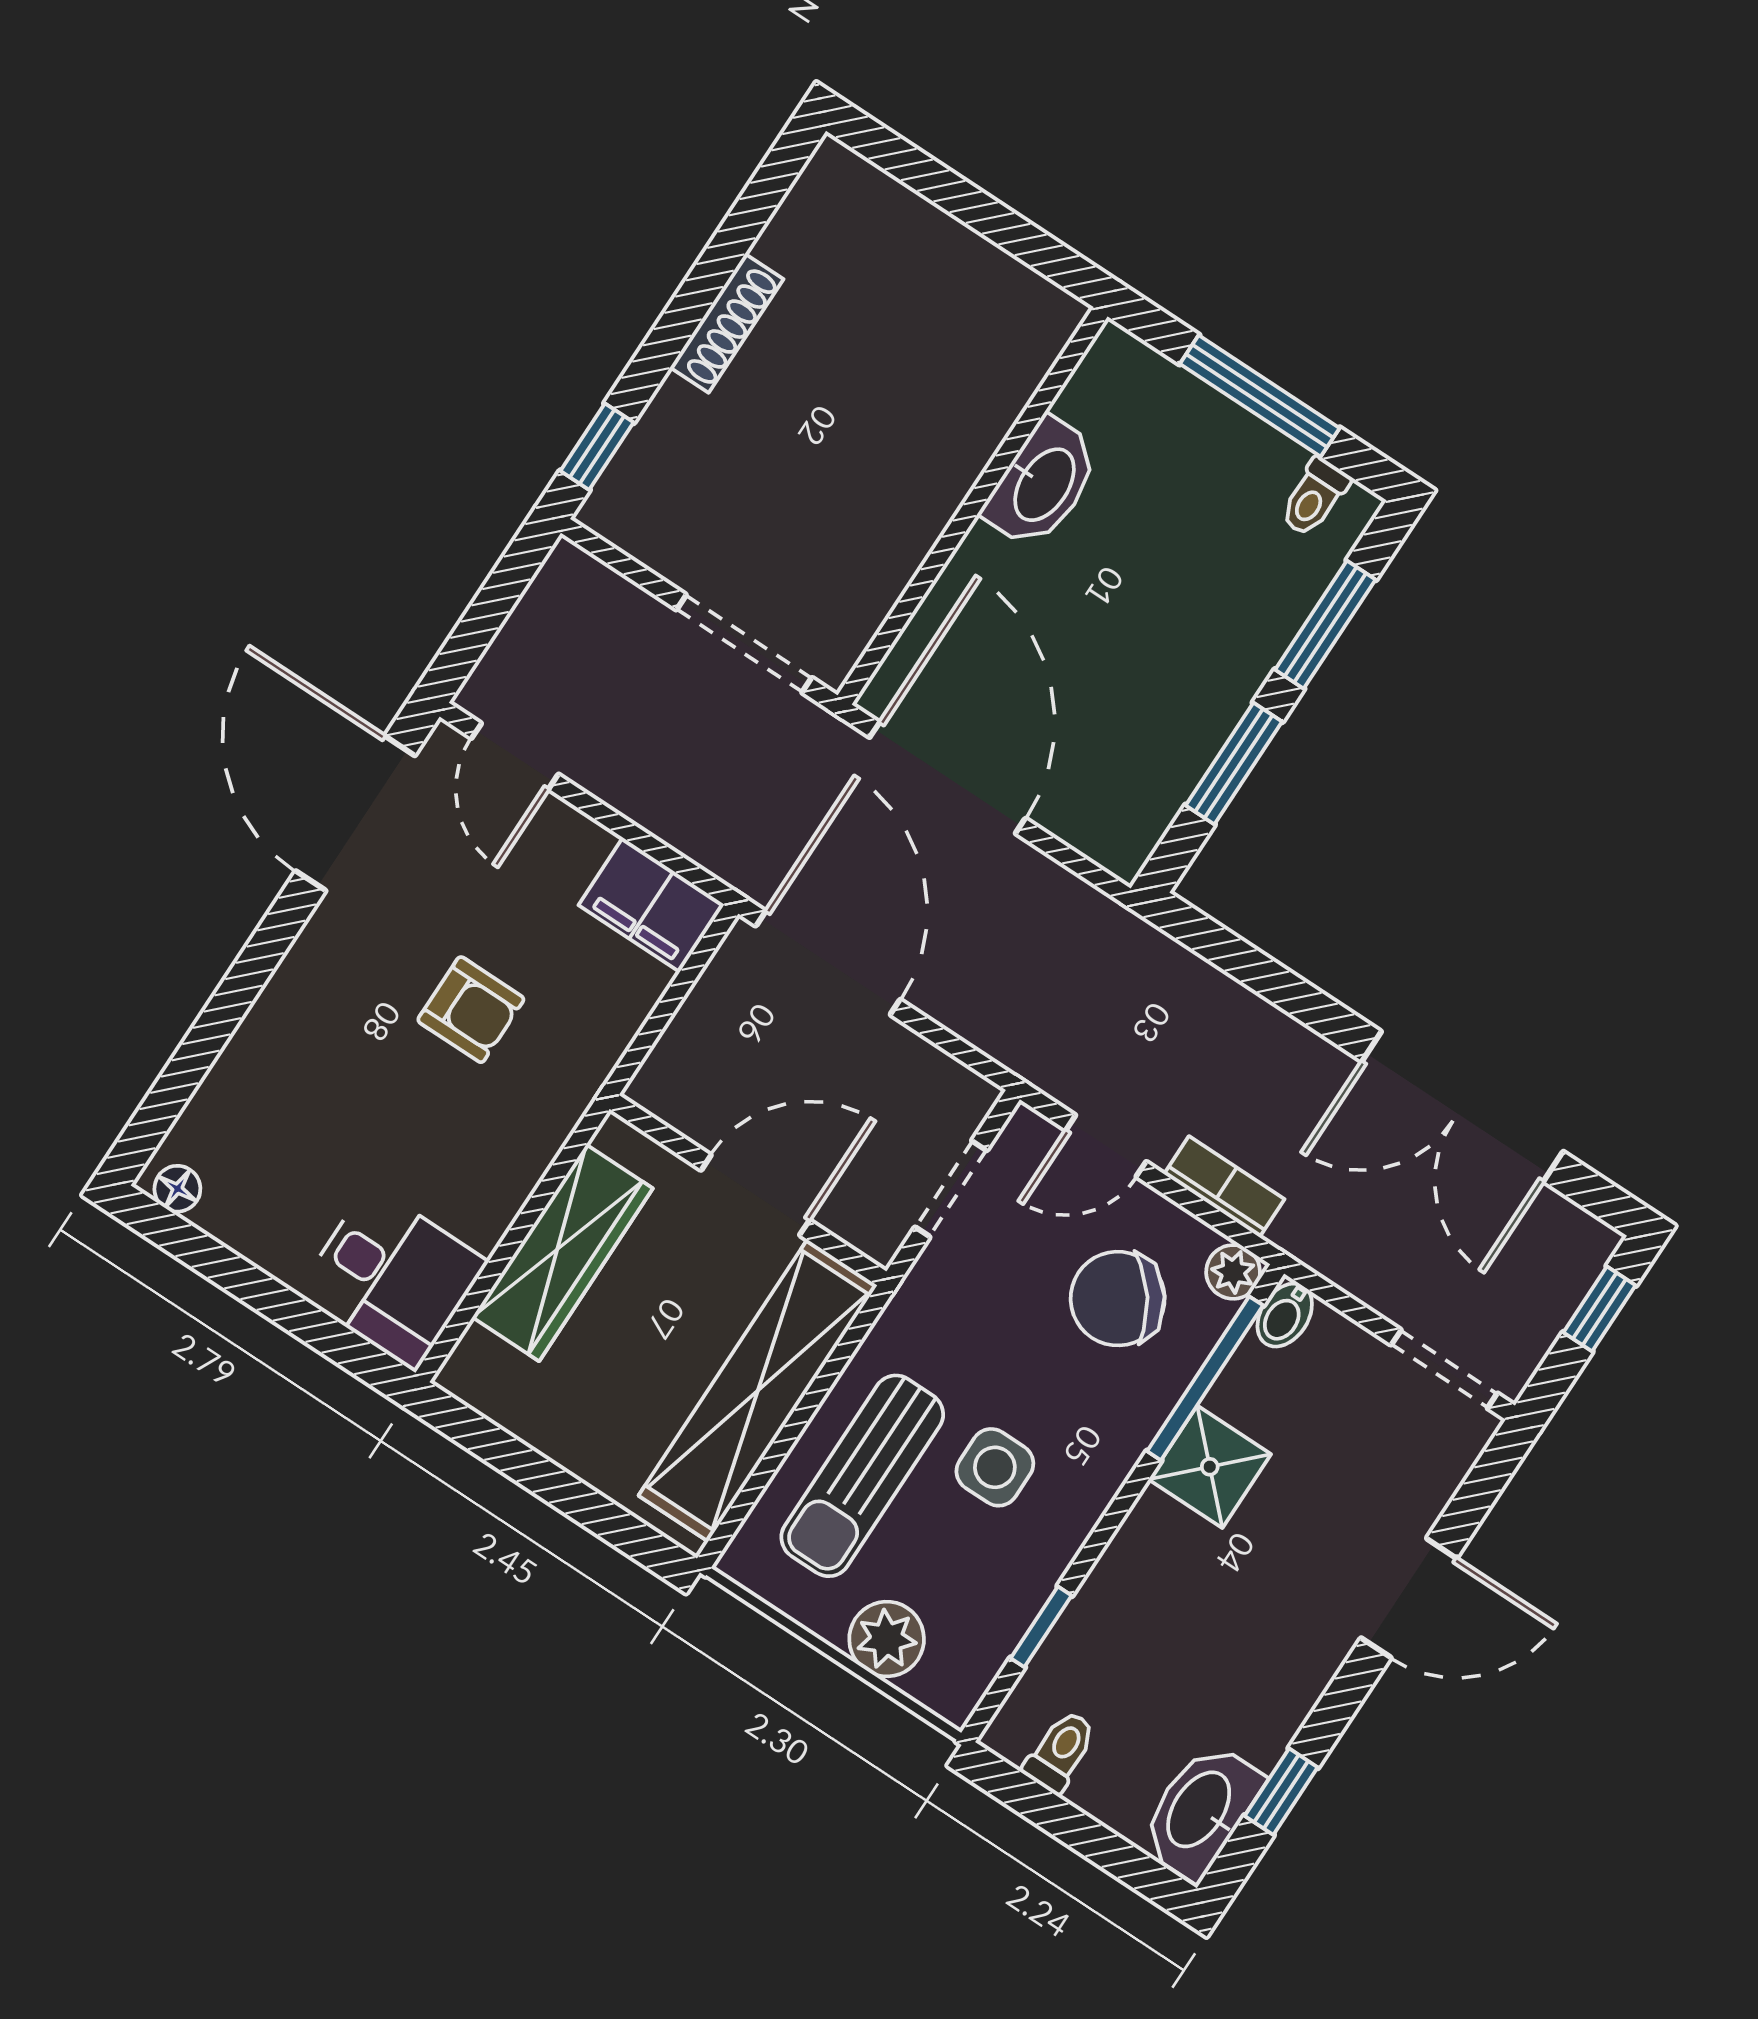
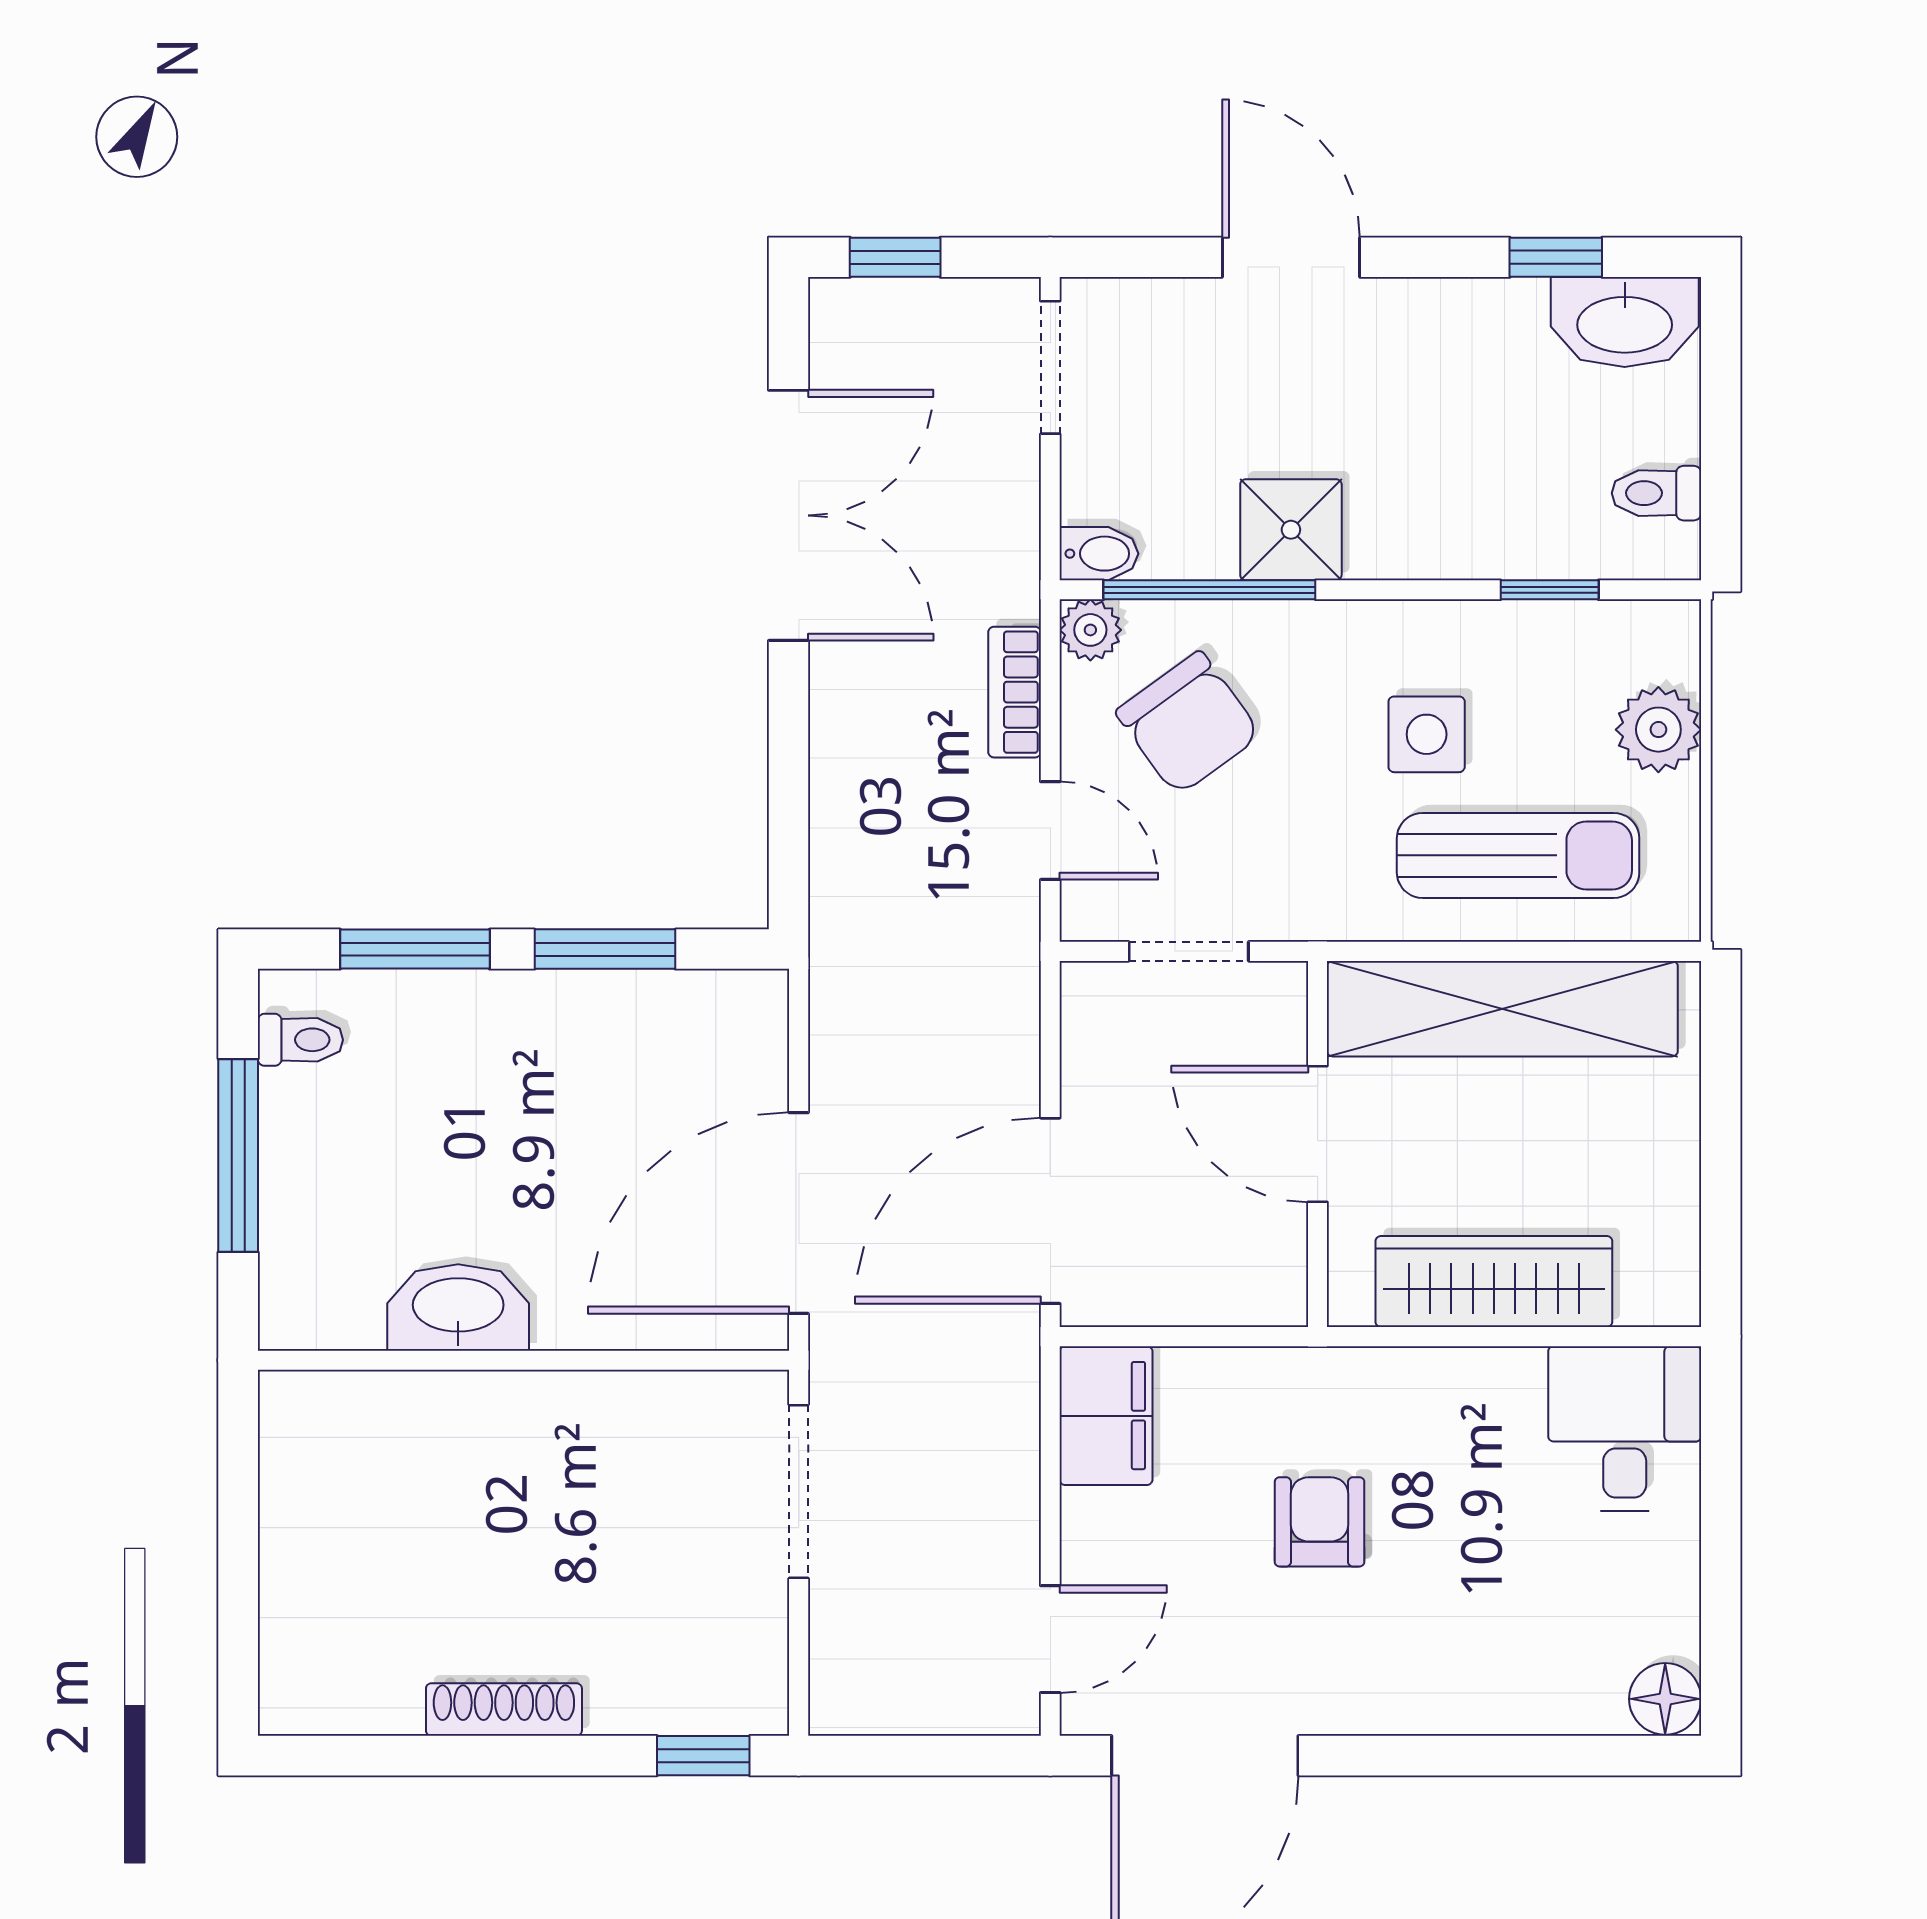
floor lamp: (177, 1189) -> (1665, 1699), width x1.37, depth x1.37

